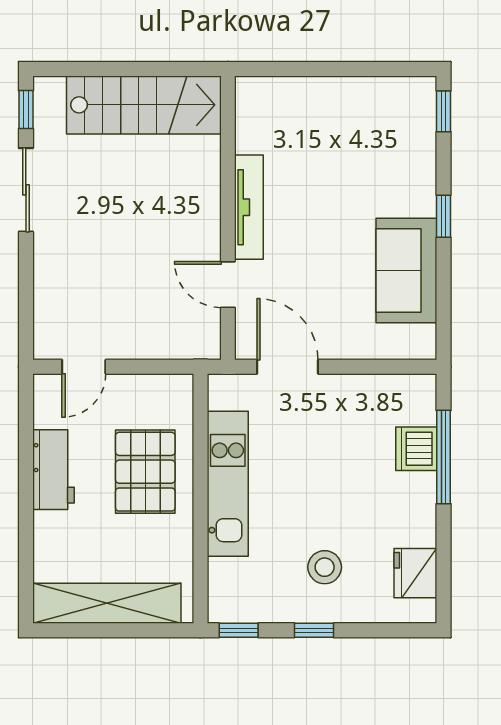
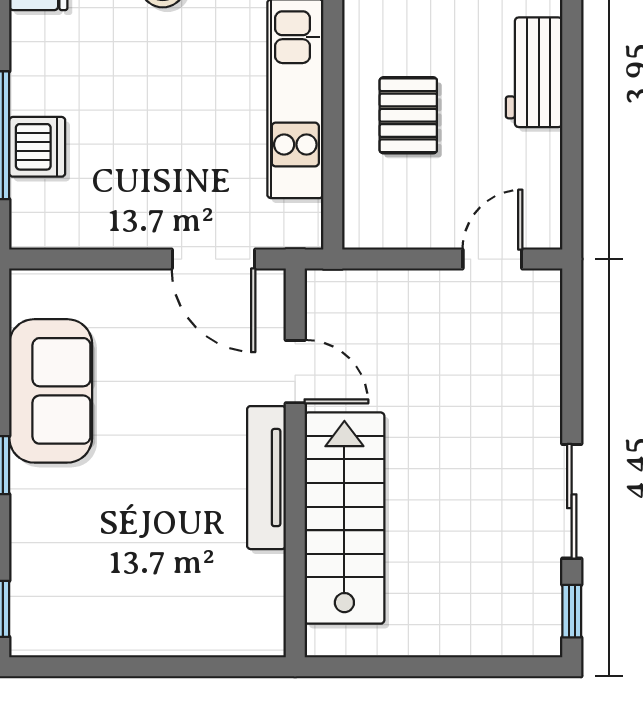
stairs: (144, 105) -> (344, 518), moved, turned 90
workbench: (53, 470) -> (534, 72), moved
pallet: (145, 472) -> (408, 115), width x0.67, depth x0.71

